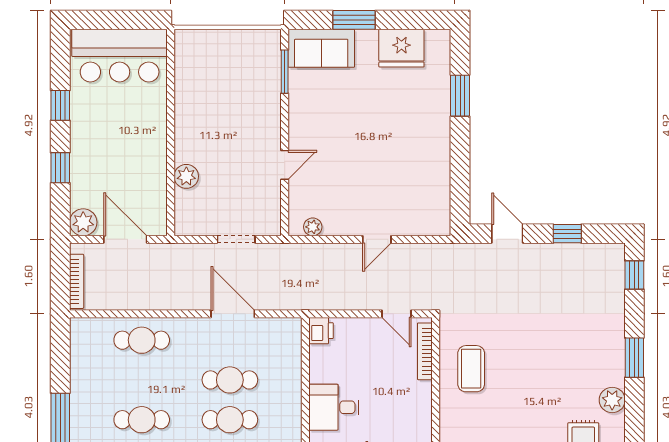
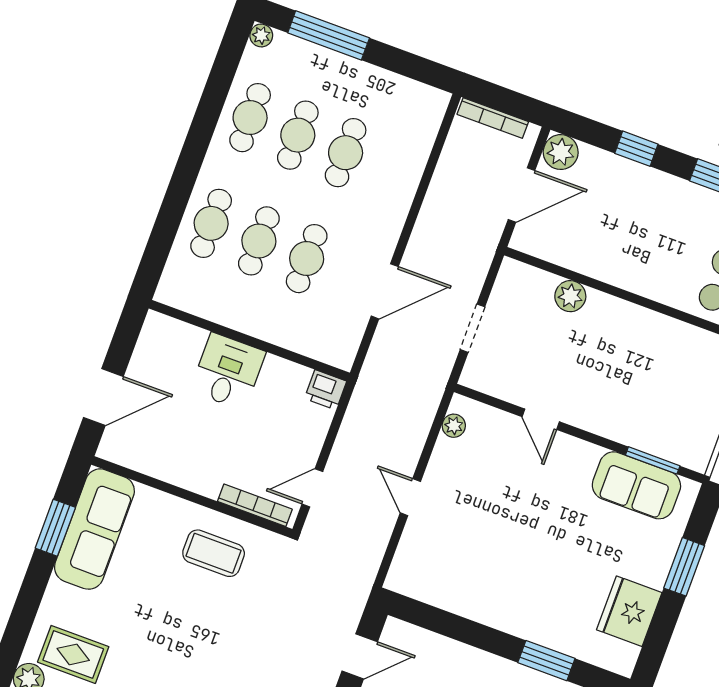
sofa: (321, 48) -> (636, 485), moved, turned -90
cafe table: (142, 340) -> (346, 153), moved

